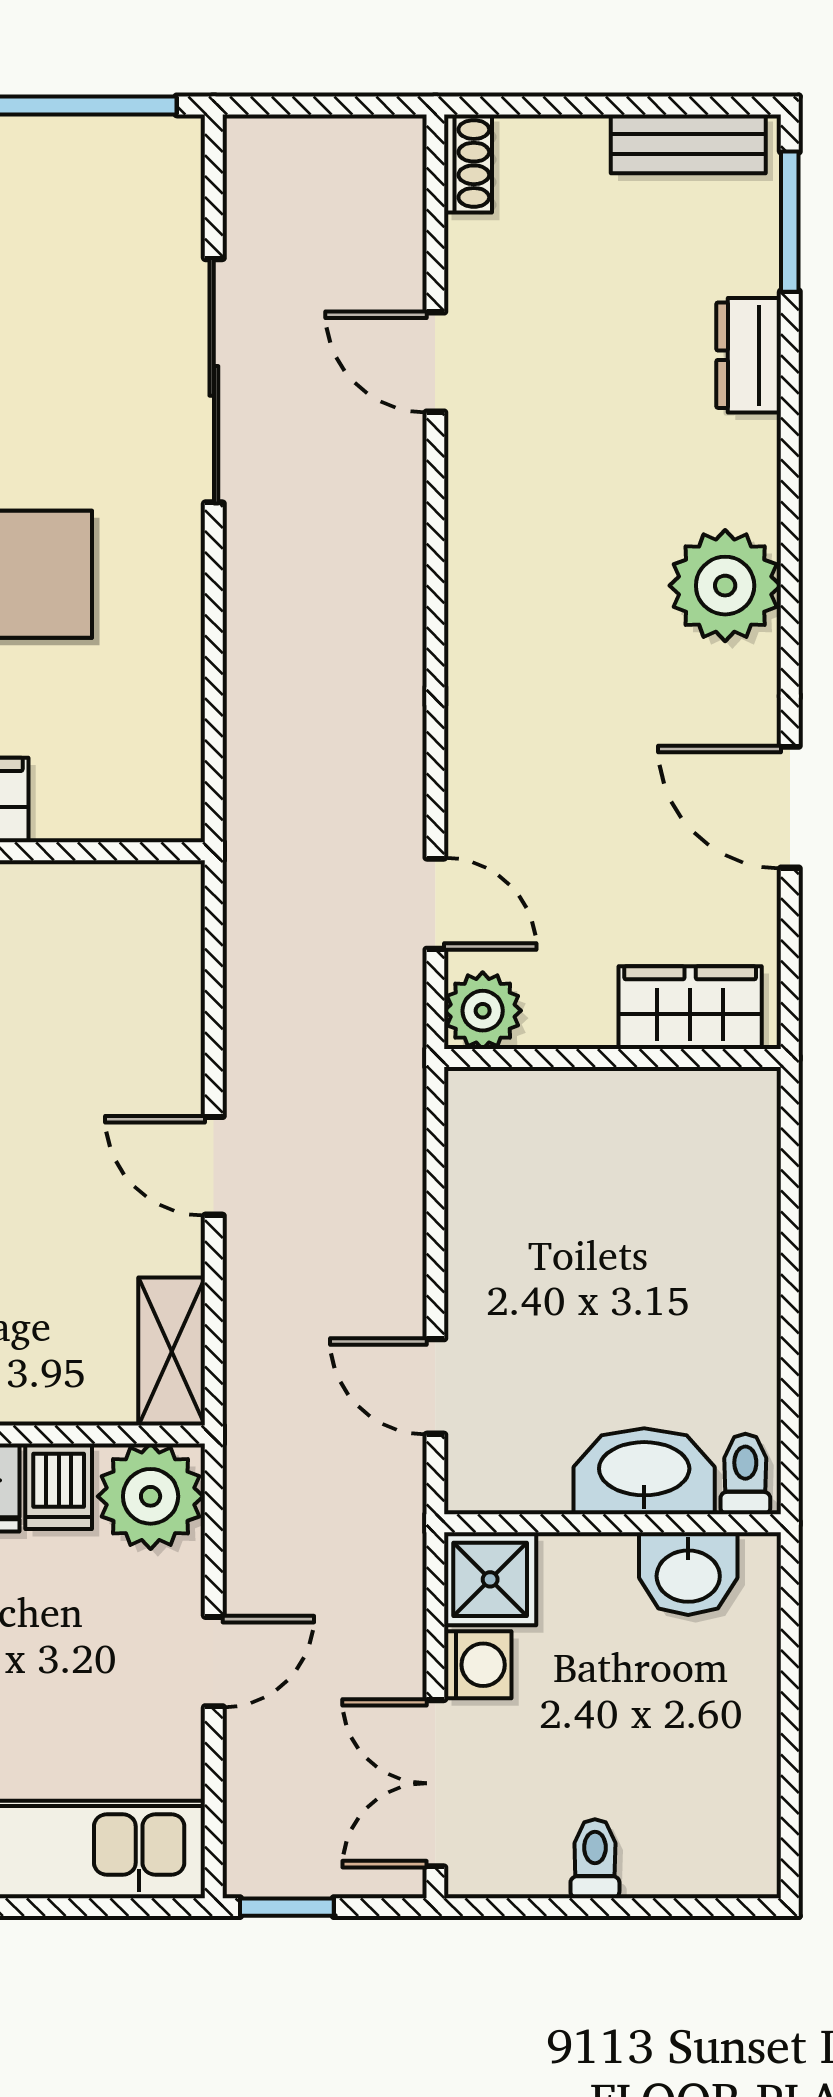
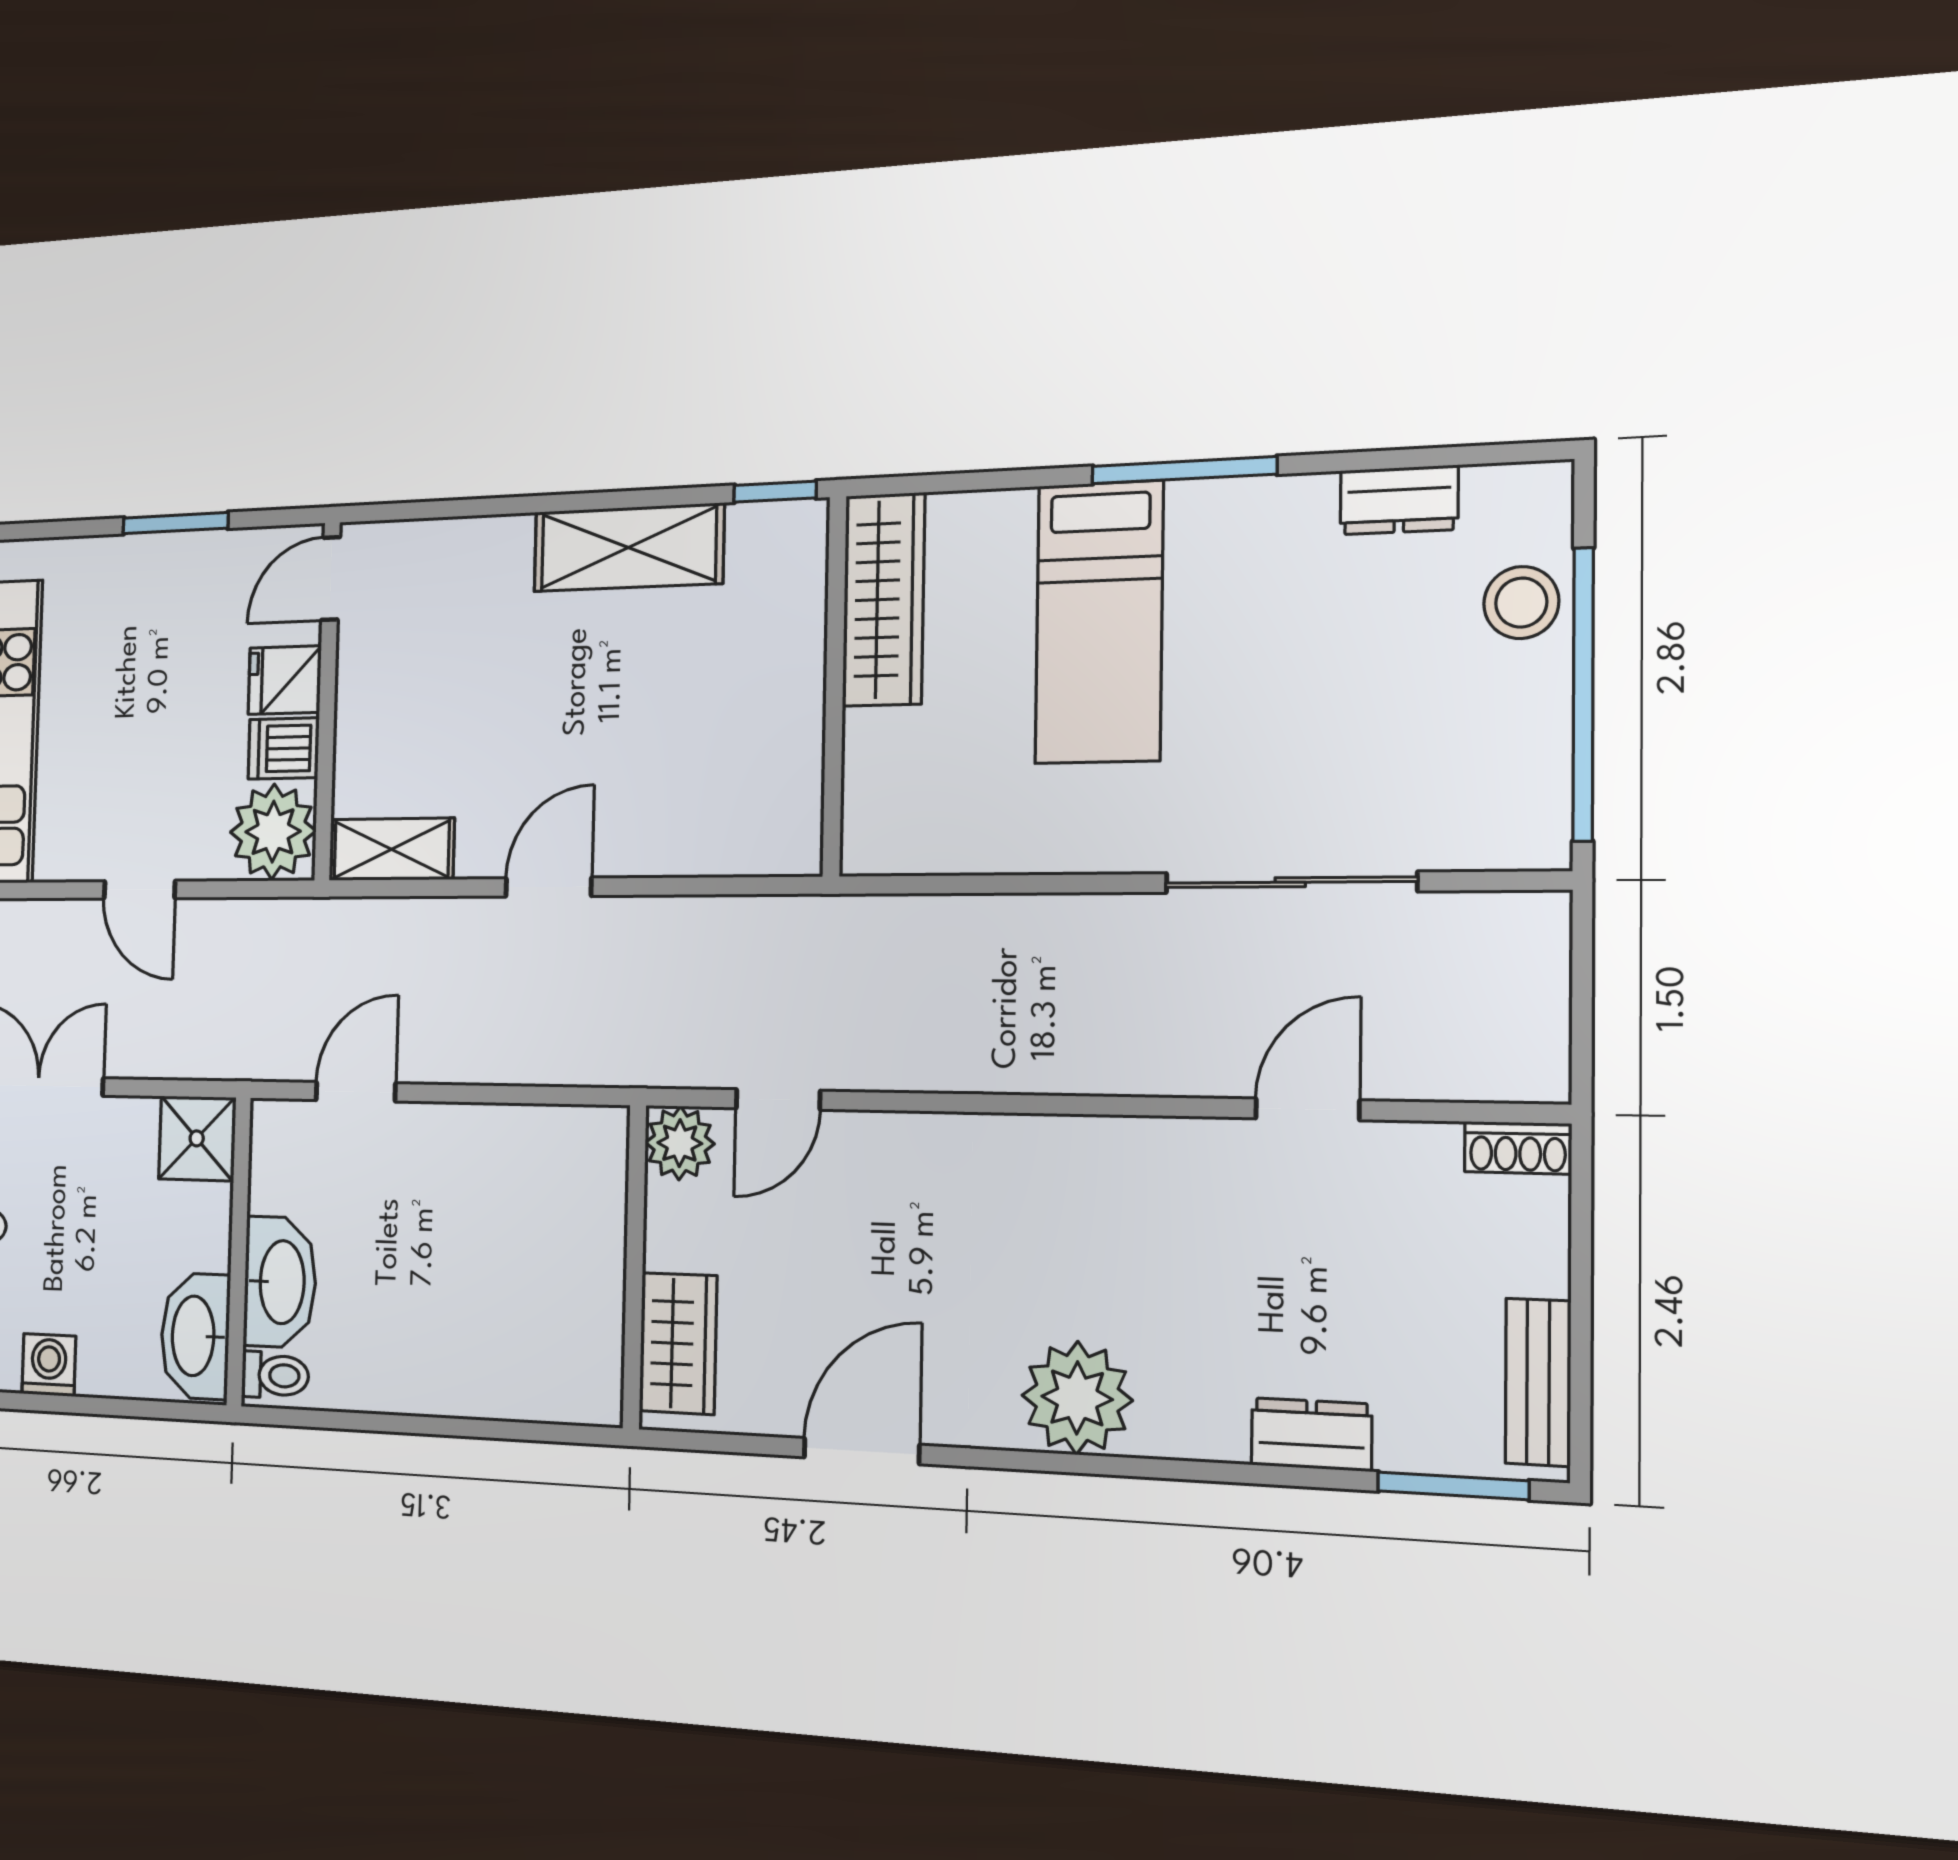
washbasin: (688, 1574) -> (195, 1336), width x1.38
washing machine: (478, 1665) -> (49, 1365), moved, turned 180

